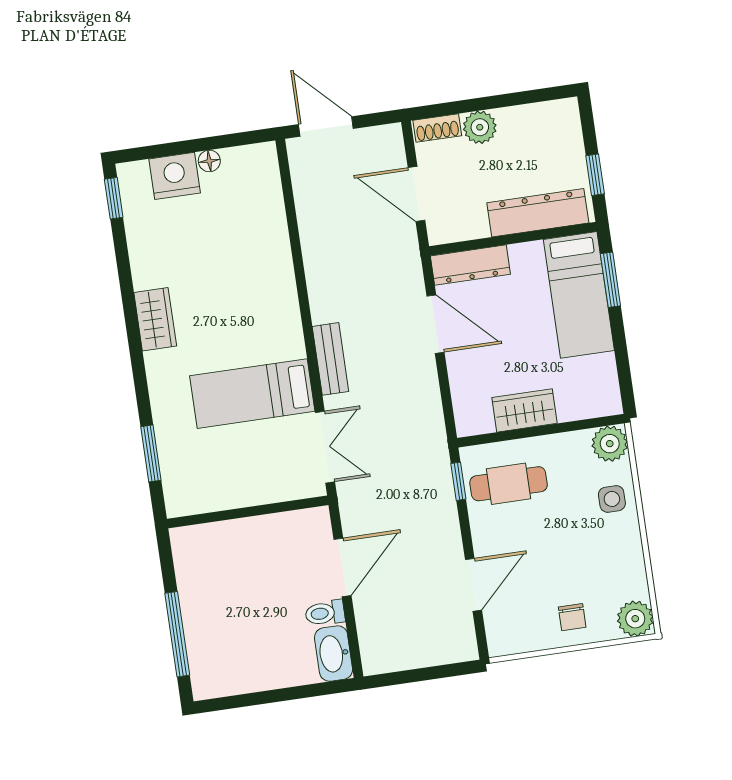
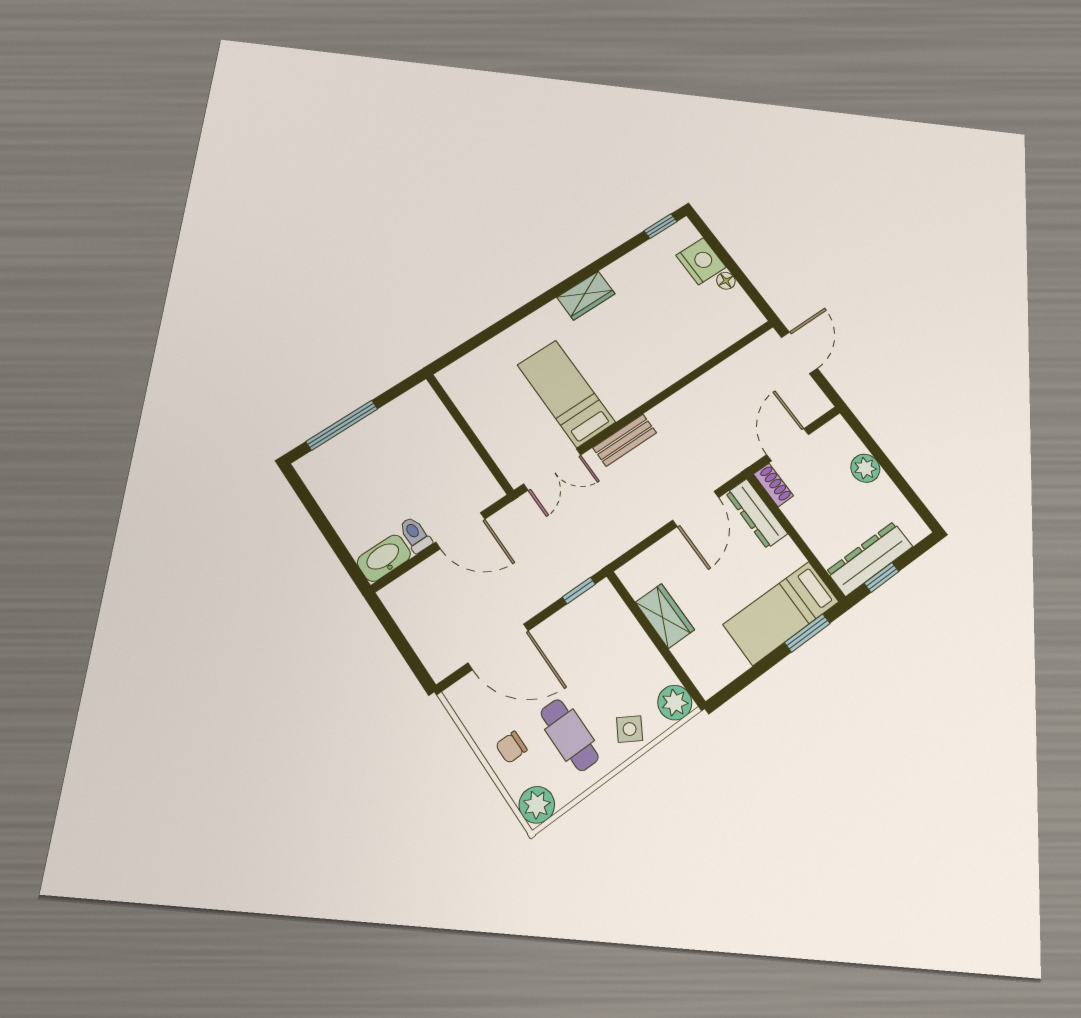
shoe rack: (437, 128) -> (773, 485), moved, turned 180
dresser: (538, 213) -> (870, 559), moved, turned -90
window: (151, 453) -> (480, 339), removed
cafe table: (509, 484) -> (570, 735), moved
side table: (612, 499) -> (630, 729), turned 31
door: (473, 585) -> (498, 647), width x1.36

